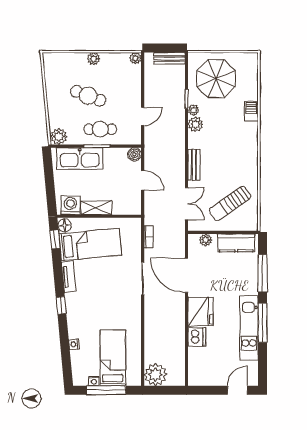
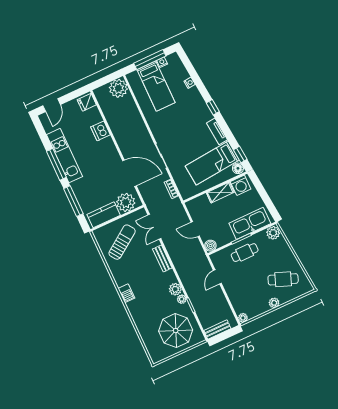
cafe table: (88, 96) -> (283, 279), moved
barbecue: (251, 111) -> (126, 293), moved
plant: (206, 240) -> (126, 202), width x1.87, depth x1.87
fridge: (200, 312) -> (87, 102), moved, width x0.53, depth x0.75

